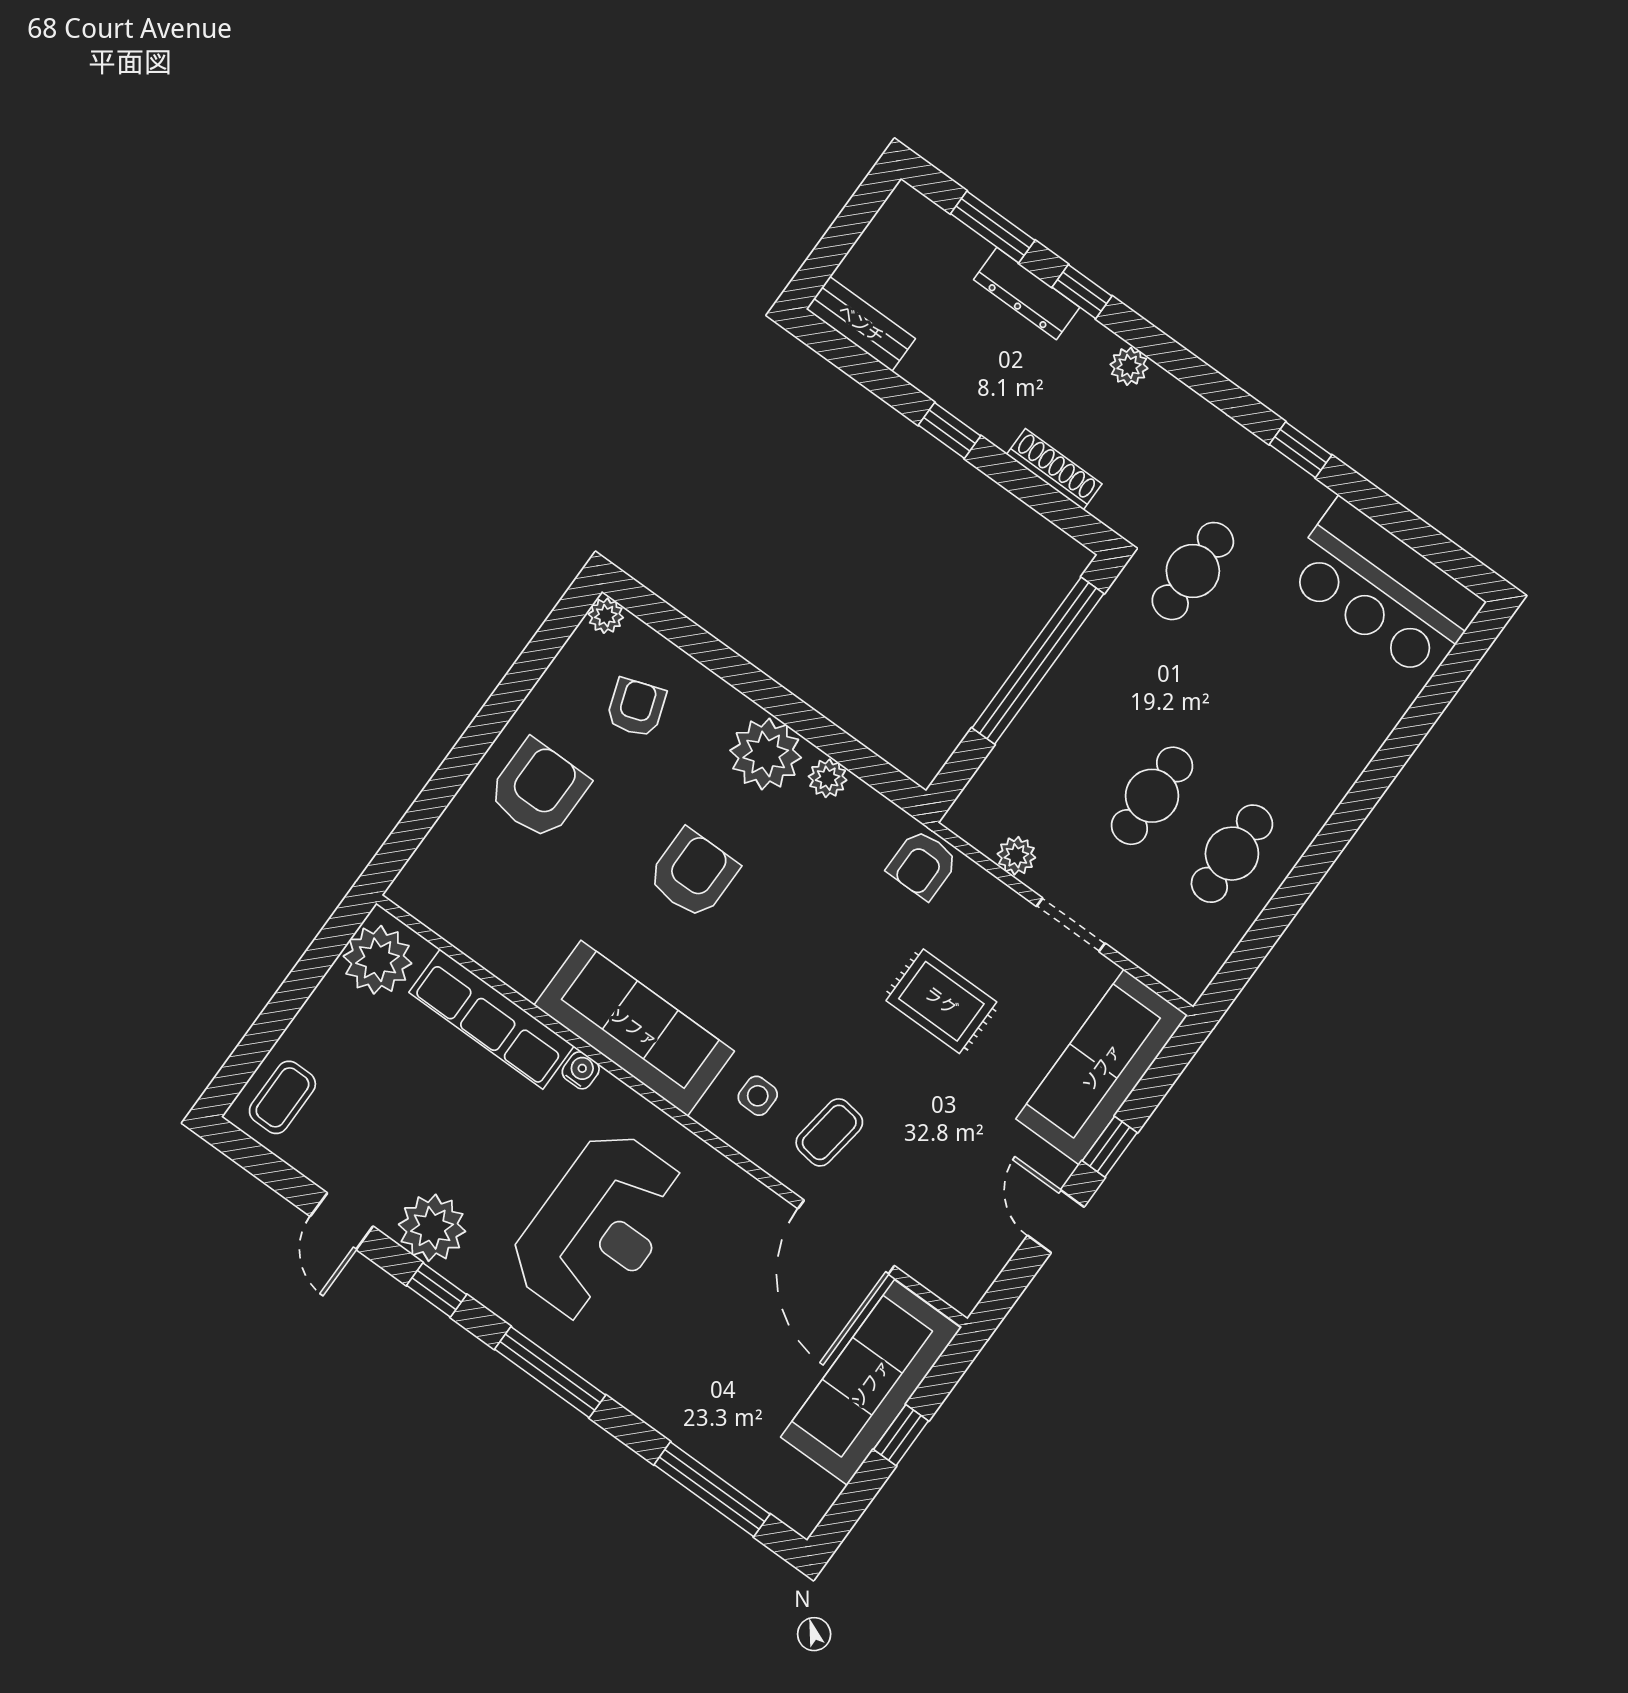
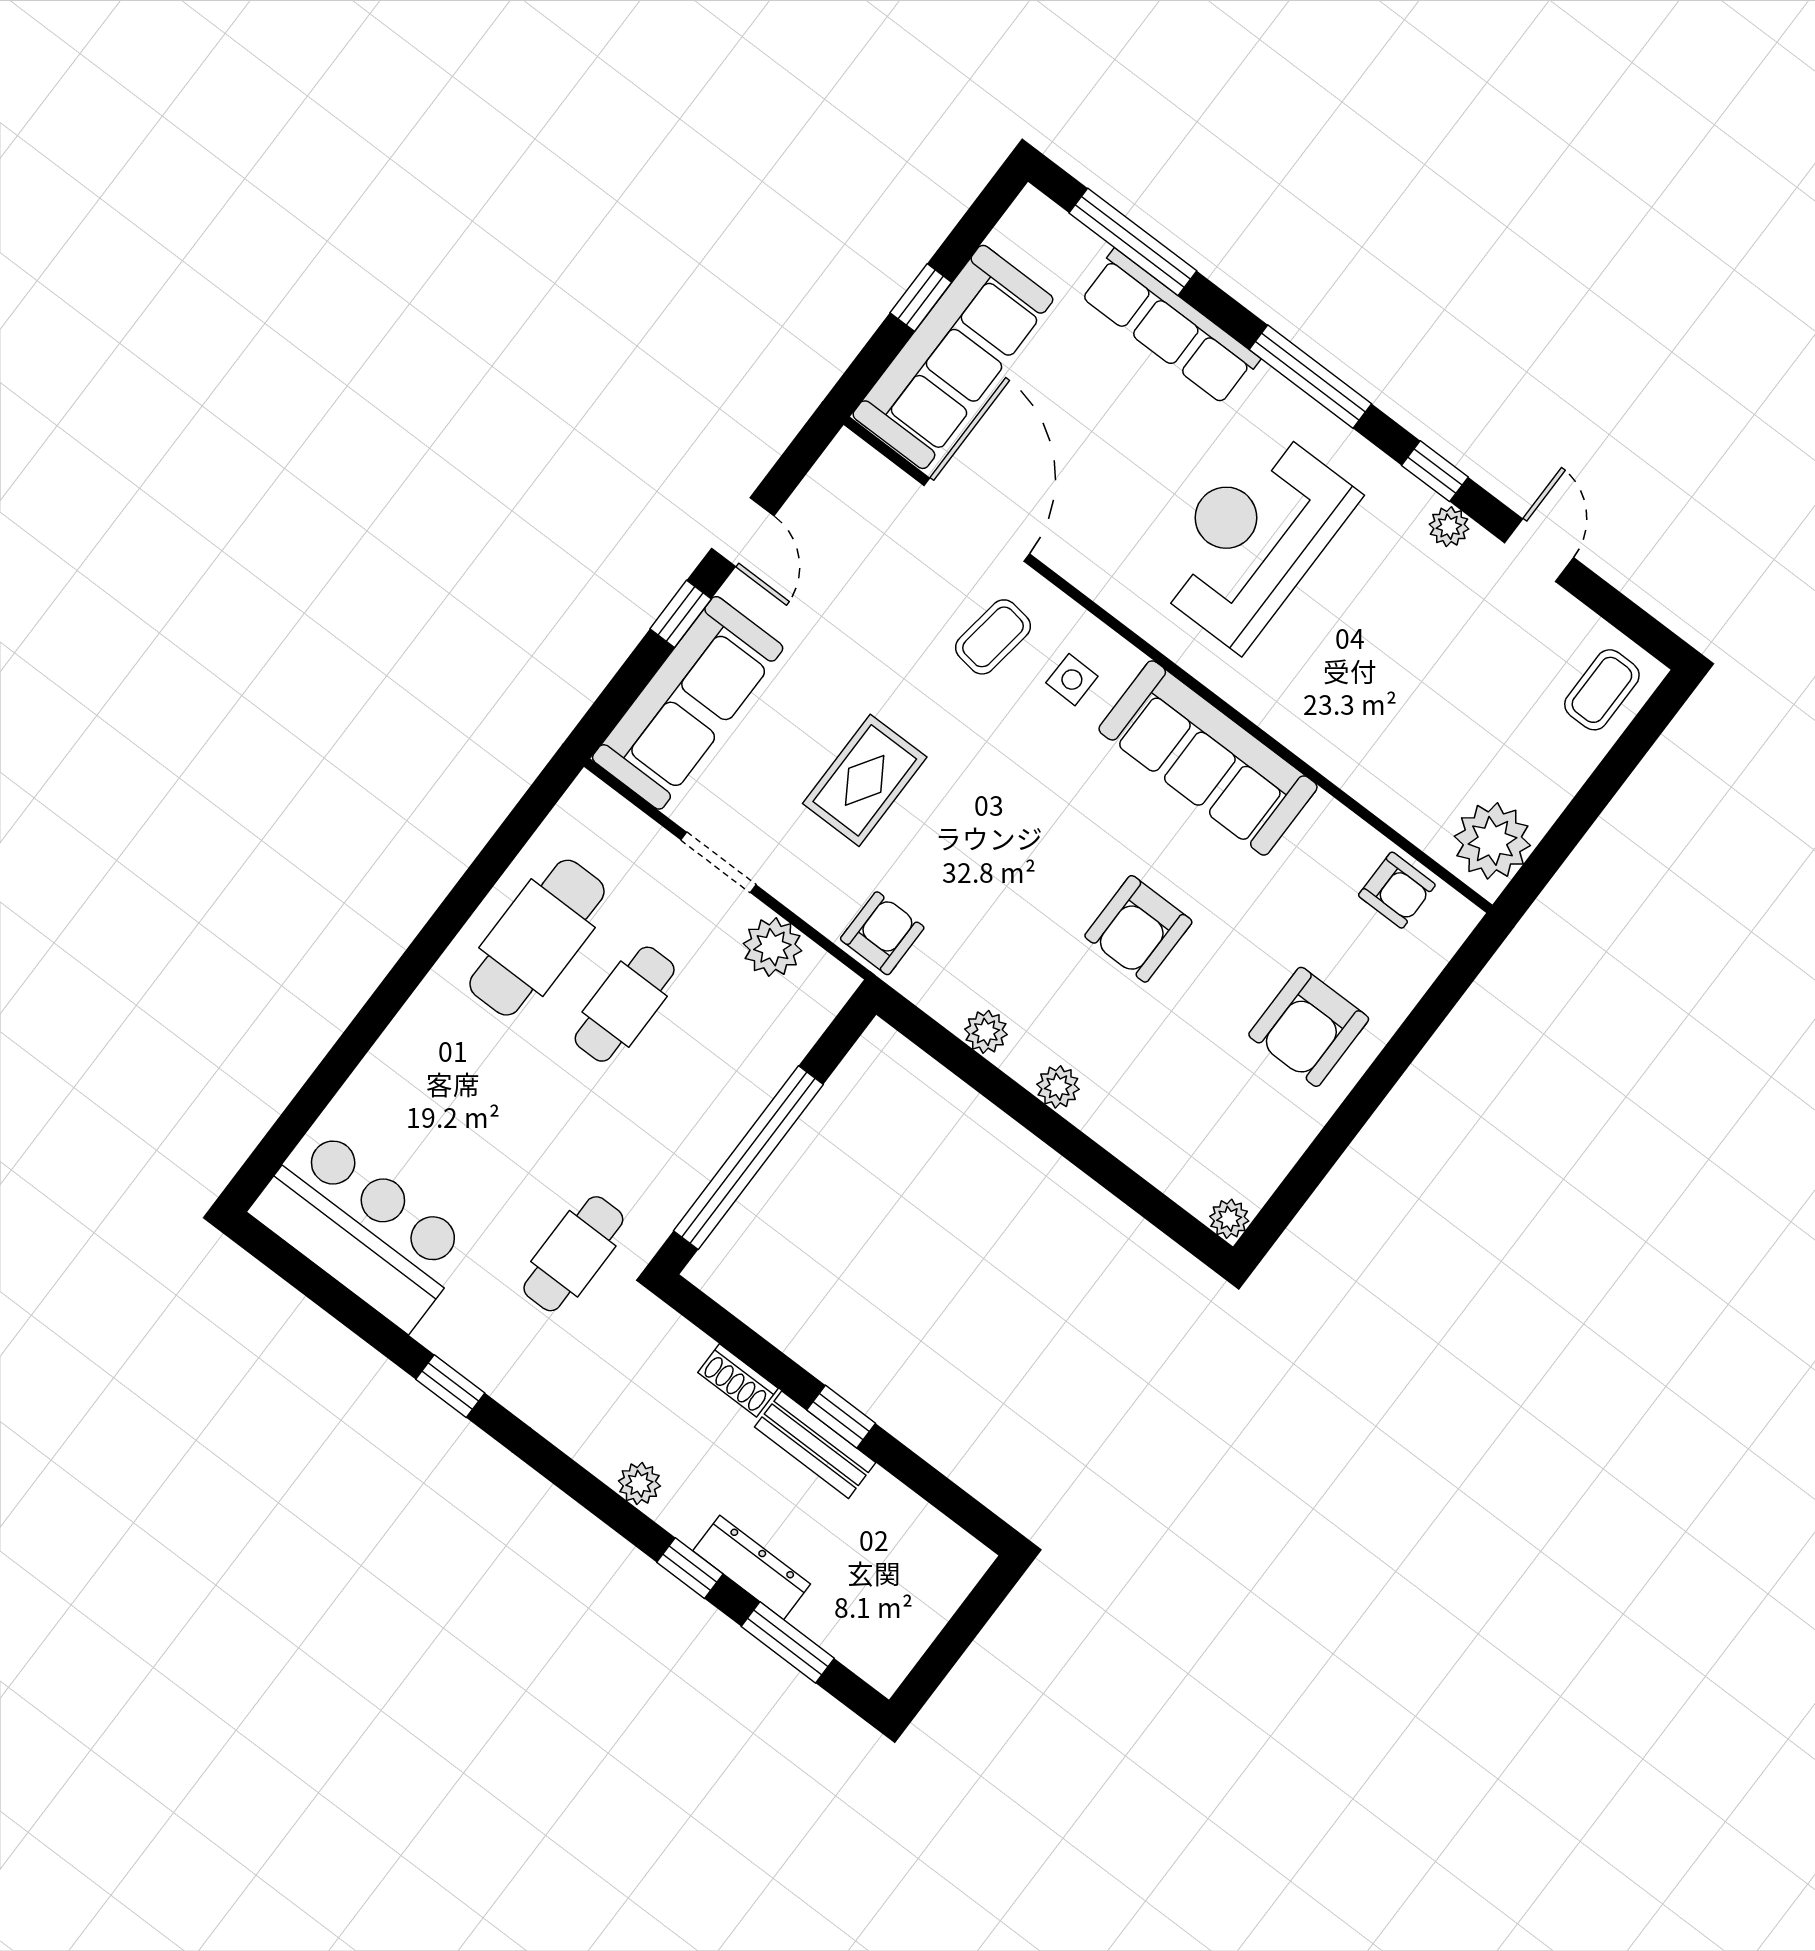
bench: (861, 324) -> (815, 1445), moved
shoe rack: (1054, 469) -> (738, 1380), width x0.70
armchair: (636, 708) -> (1397, 890), moved, turned -71
plant: (766, 754) -> (1058, 1087), width x0.53, depth x0.53
cafe table: (1232, 854) -> (537, 938), width x1.37, depth x1.35
plant: (1016, 856) -> (772, 947), width x1.38, depth x1.38
rug: (941, 1001) -> (865, 780), turned 90
row of seats: (491, 1019) -> (1170, 327), moved, turned 180
water cooler: (581, 1070) -> (1269, 712), removed
plant: (432, 1228) -> (1449, 527), width x0.53, depth x0.53

